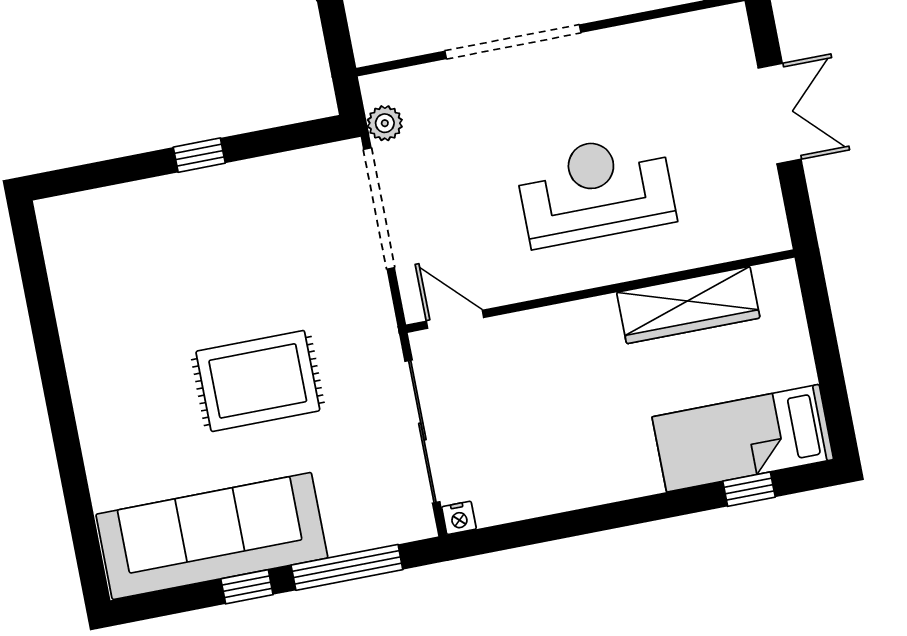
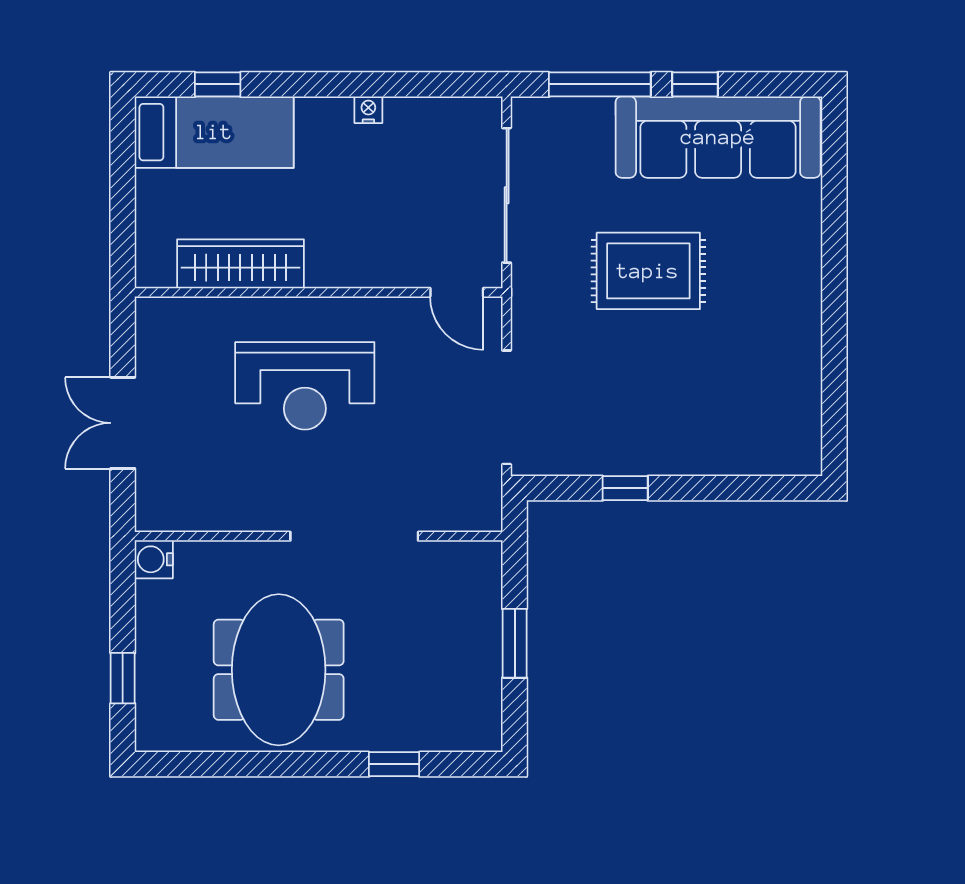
plant: (385, 123) -> (486, 484), removed
window: (199, 155) -> (625, 488), moved
nightstand: (459, 518) -> (368, 110), moved

